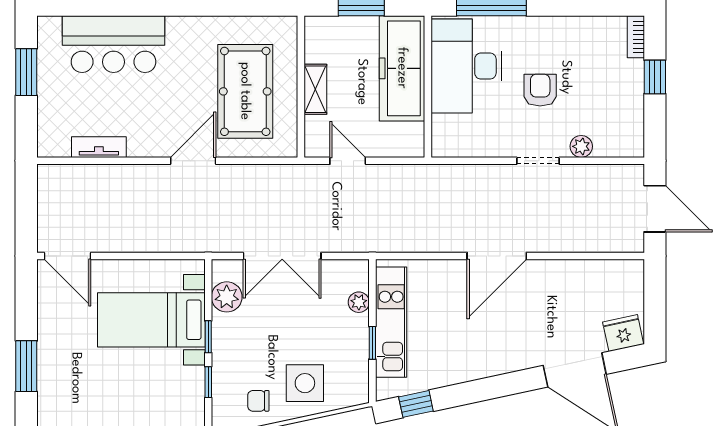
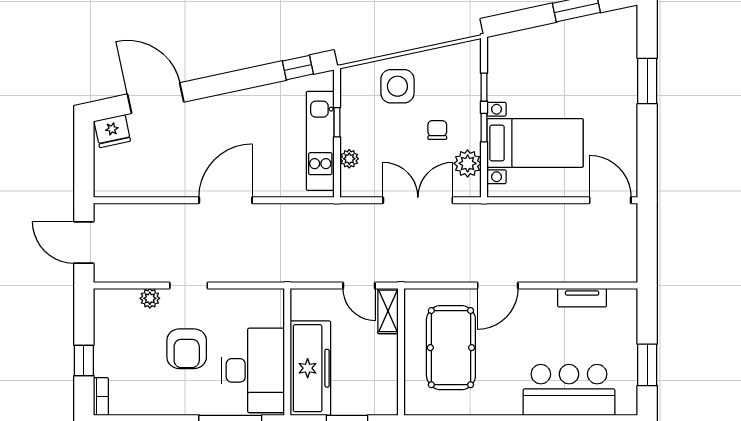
shelving: (315, 89) -> (388, 311), moved
armchair: (540, 90) -> (187, 349), width x1.38, depth x1.38
window: (26, 366) -> (647, 81), moved
chair: (258, 401) -> (437, 130), moved, turned -90

